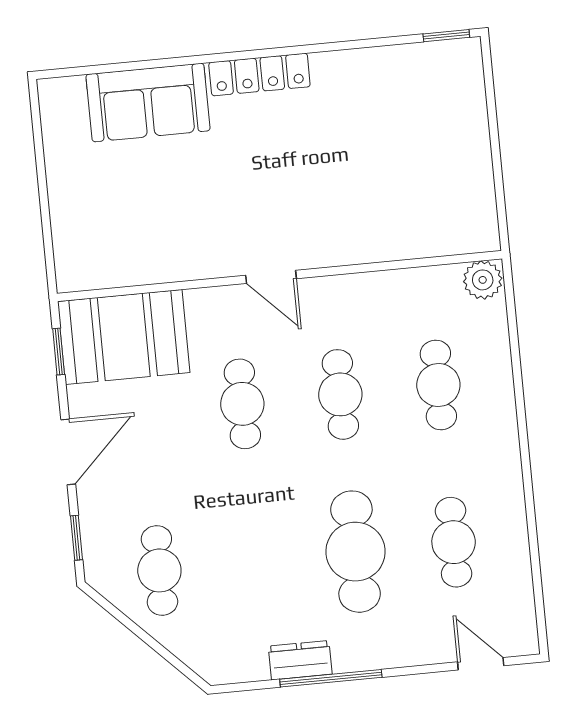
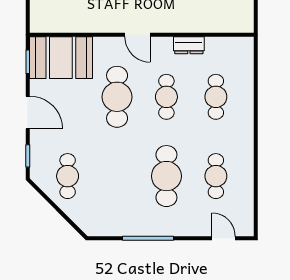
plant: (483, 280) -> (243, 46), removed
cafe table: (242, 404) -> (117, 97), width x1.37, depth x1.35
door: (68, 452) -> (28, 112), hinge flipped
dresser: (300, 660) -> (189, 45), moved, turned 180

